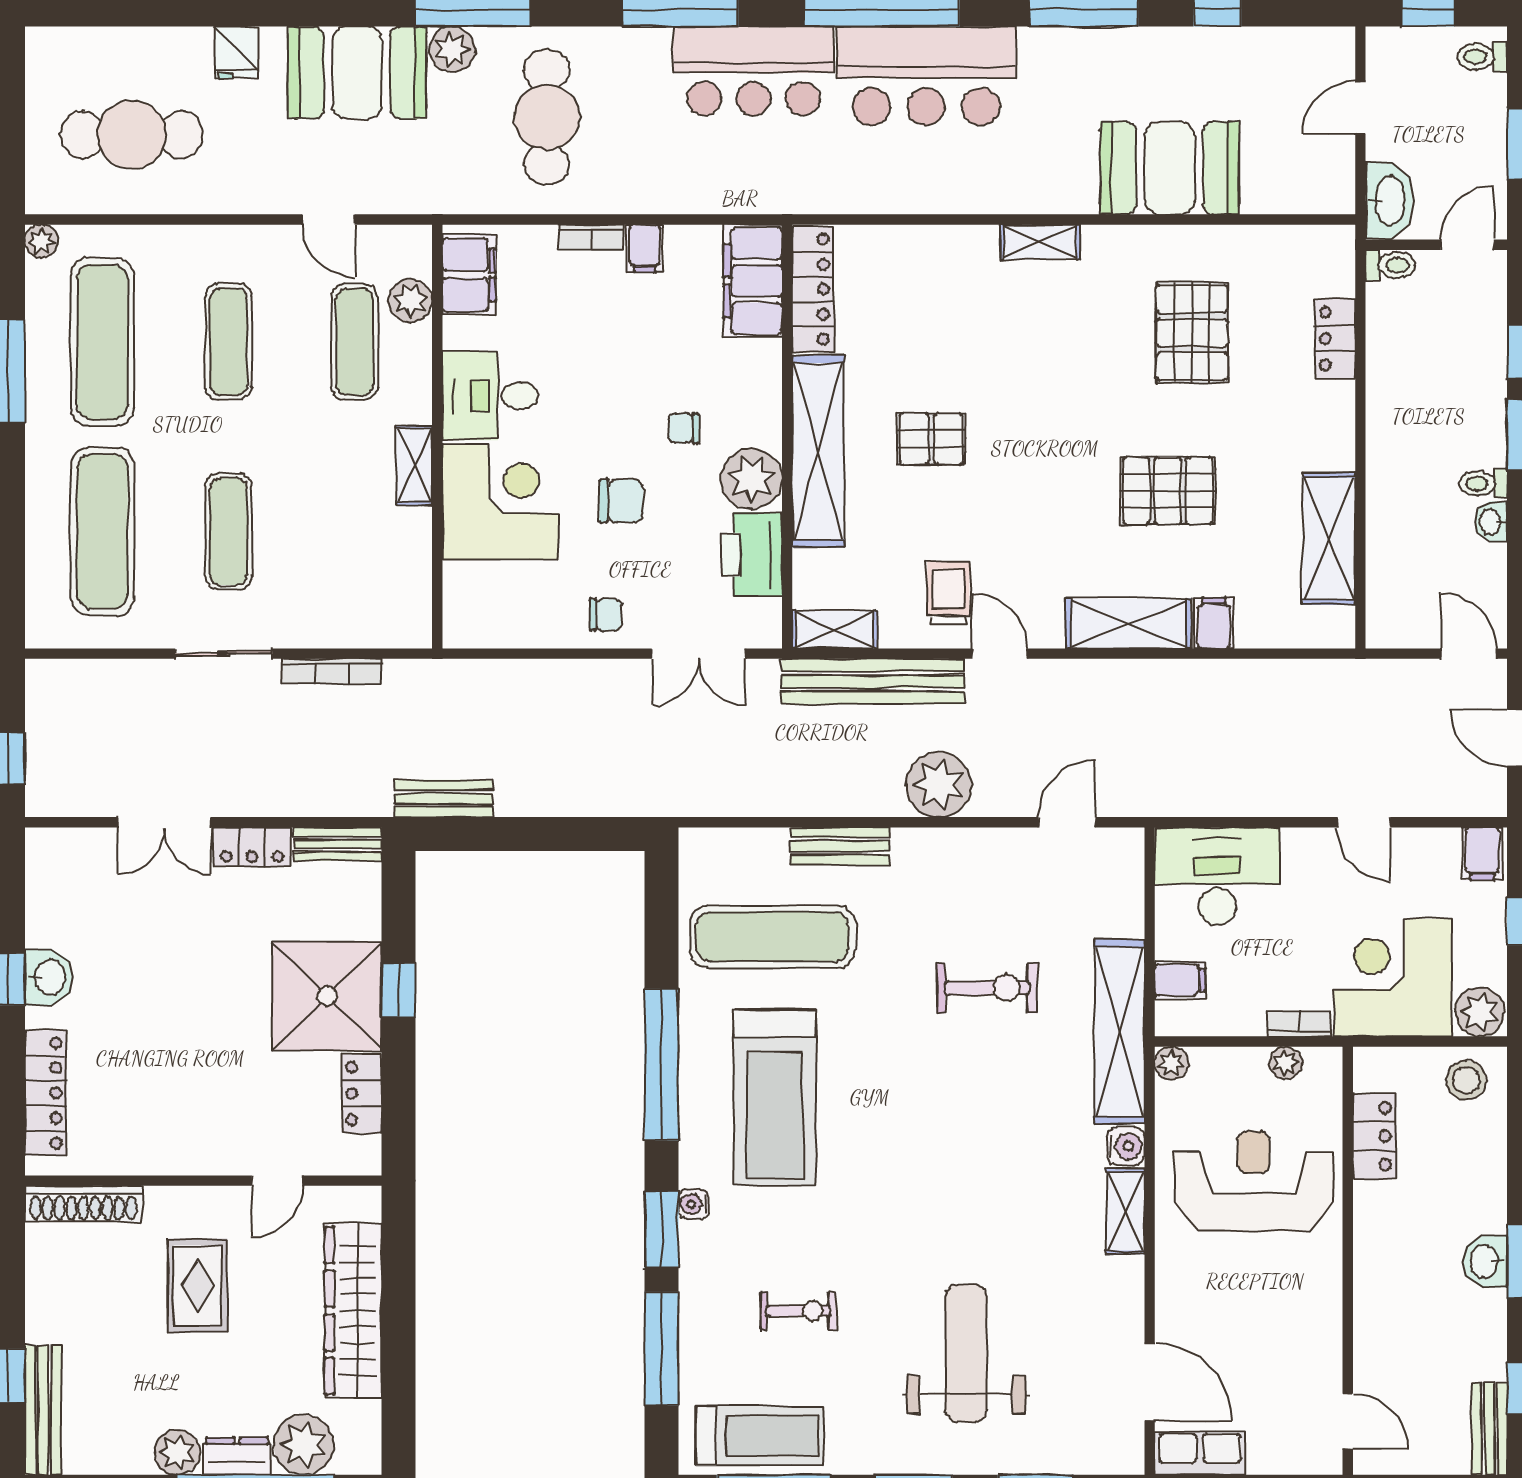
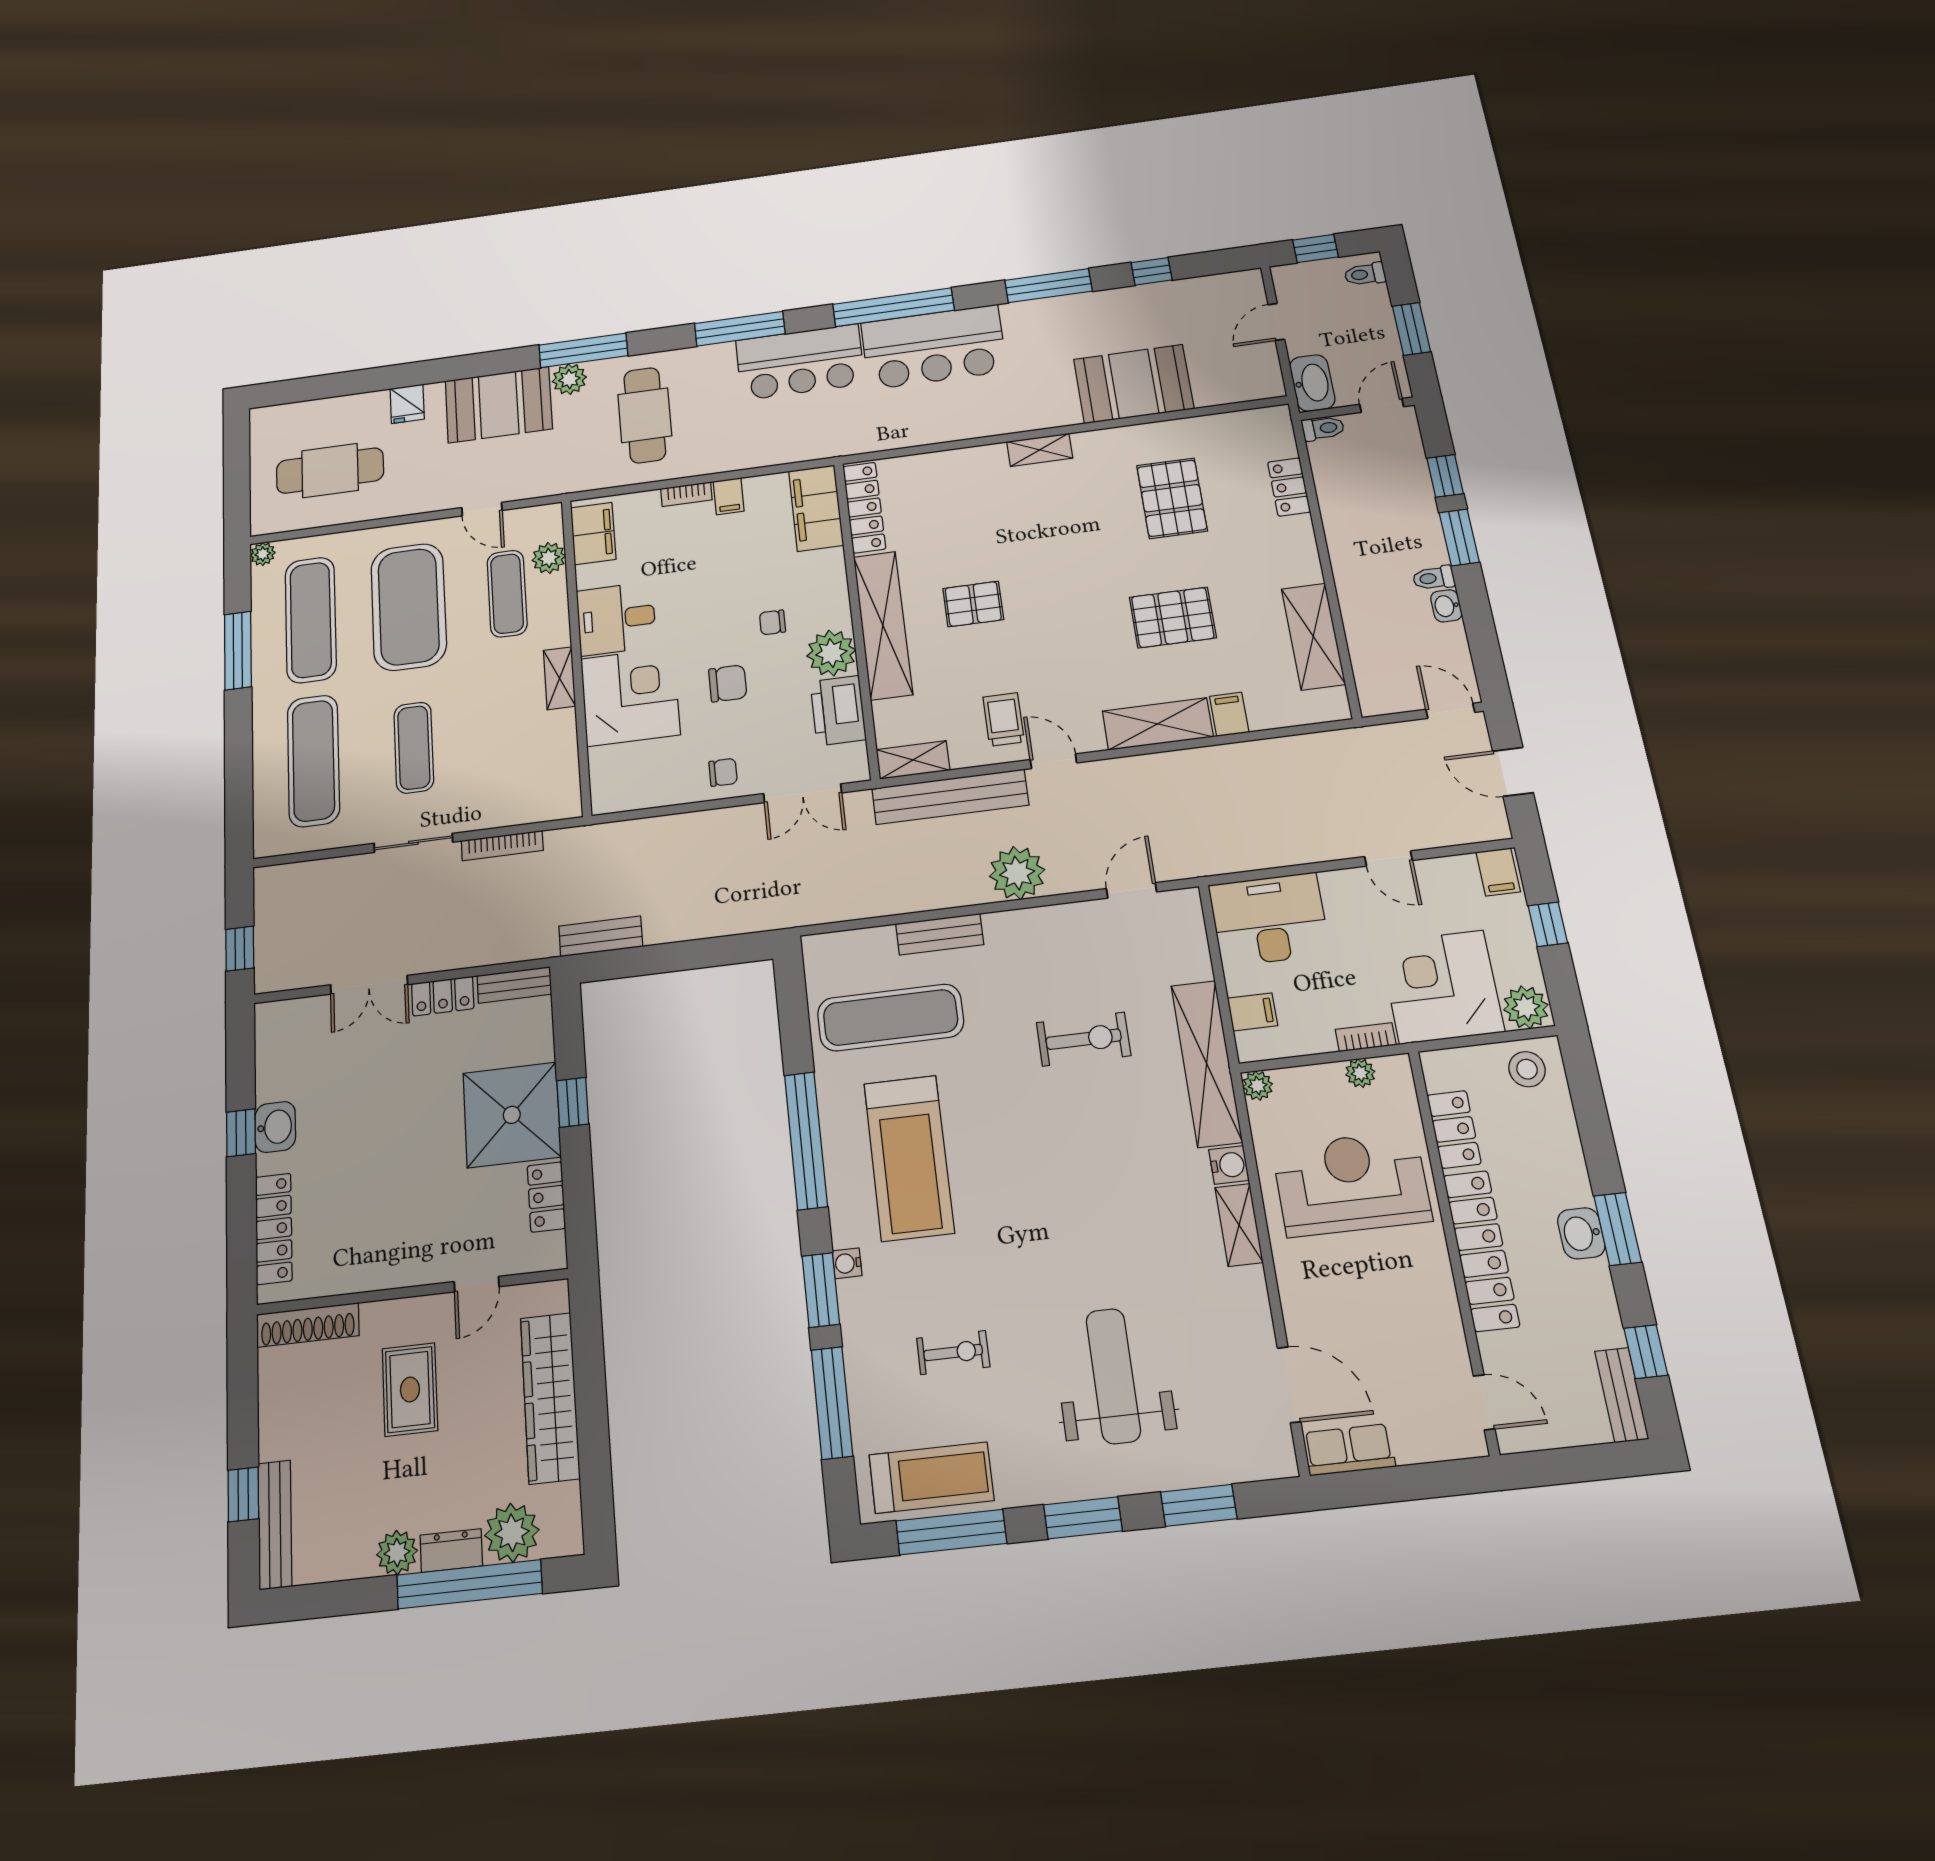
exercise mat: (229, 342) -> (409, 607), width x2.00, depth x1.45
locker: (1377, 1267) -> (1481, 1250), added

